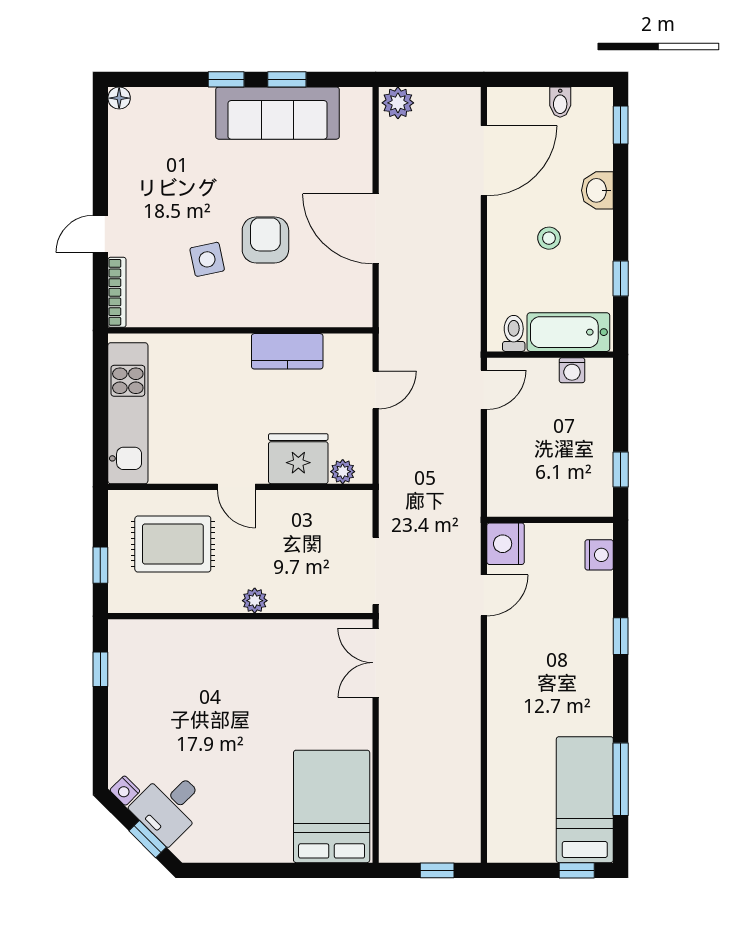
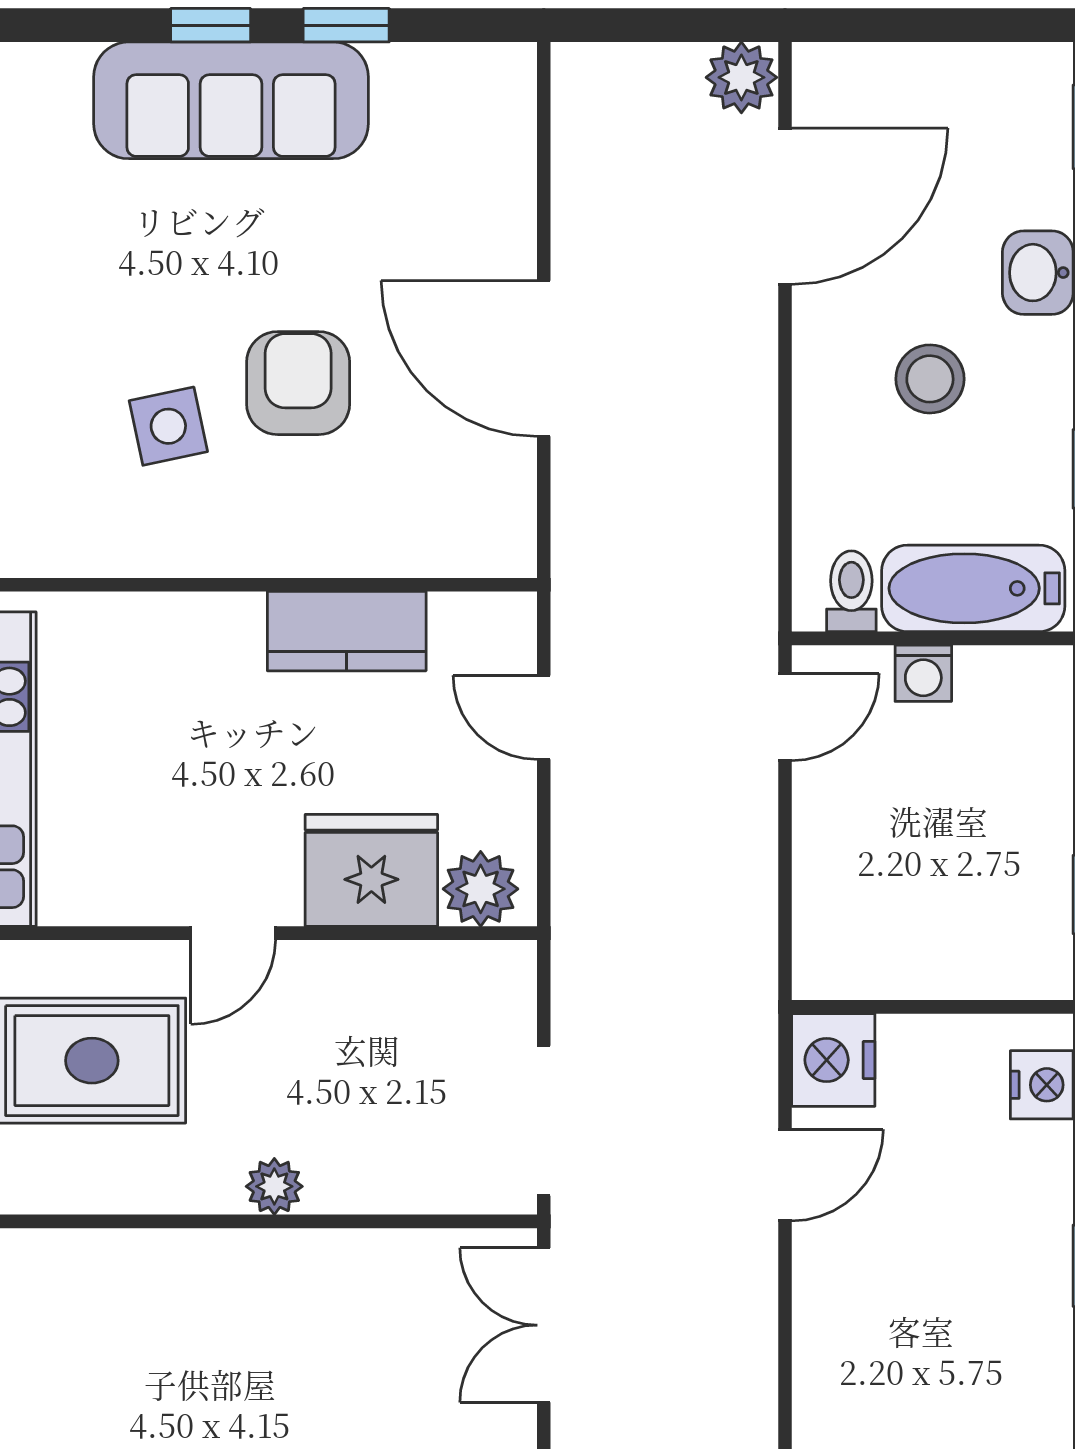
bidet: (560, 102) -> (955, 76), removed
plant: (398, 103) -> (741, 77), moved
sofa: (278, 113) -> (231, 100), moved
stool: (549, 238) -> (930, 379), width x1.37, depth x1.37
washing machine: (572, 370) -> (923, 673), moved
door: (376, 390) -> (544, 717), swing flipped
plant: (343, 472) -> (481, 889), width x1.38, depth x1.38
door: (236, 487) -> (233, 933), hinge flipped

